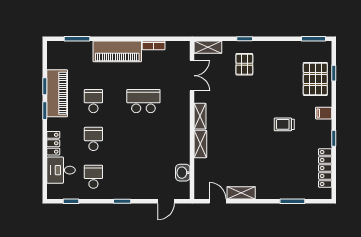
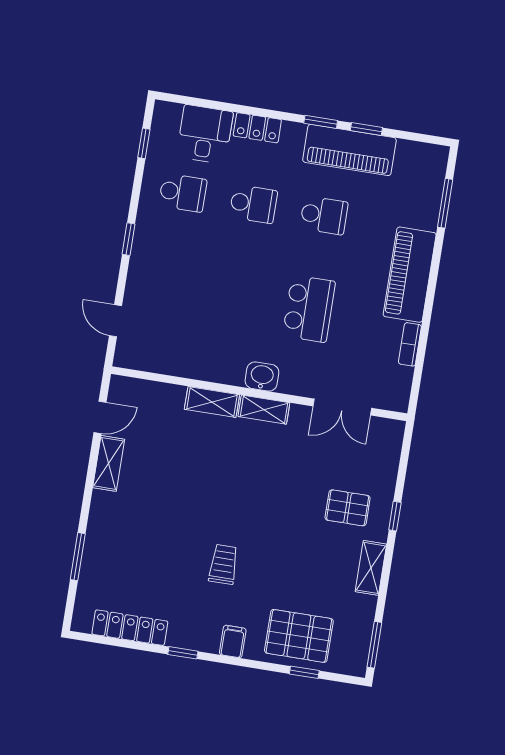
shelving: (208, 47) -> (371, 568), moved
washbasin: (183, 173) -> (262, 377), moved

